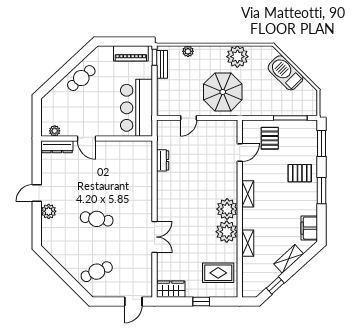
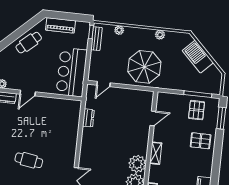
piano: (131, 53) -> (60, 25), moved
plant: (237, 57) -> (160, 35), width x0.53, depth x0.53
door: (189, 118) -> (103, 84), moved
door: (87, 138) -> (28, 93), hinge flipped
pallet: (270, 138) -> (197, 110), moved
window: (322, 191) -> (217, 157), removed

